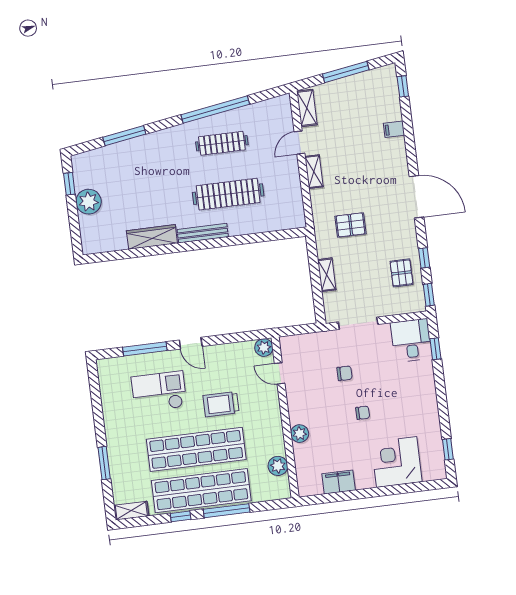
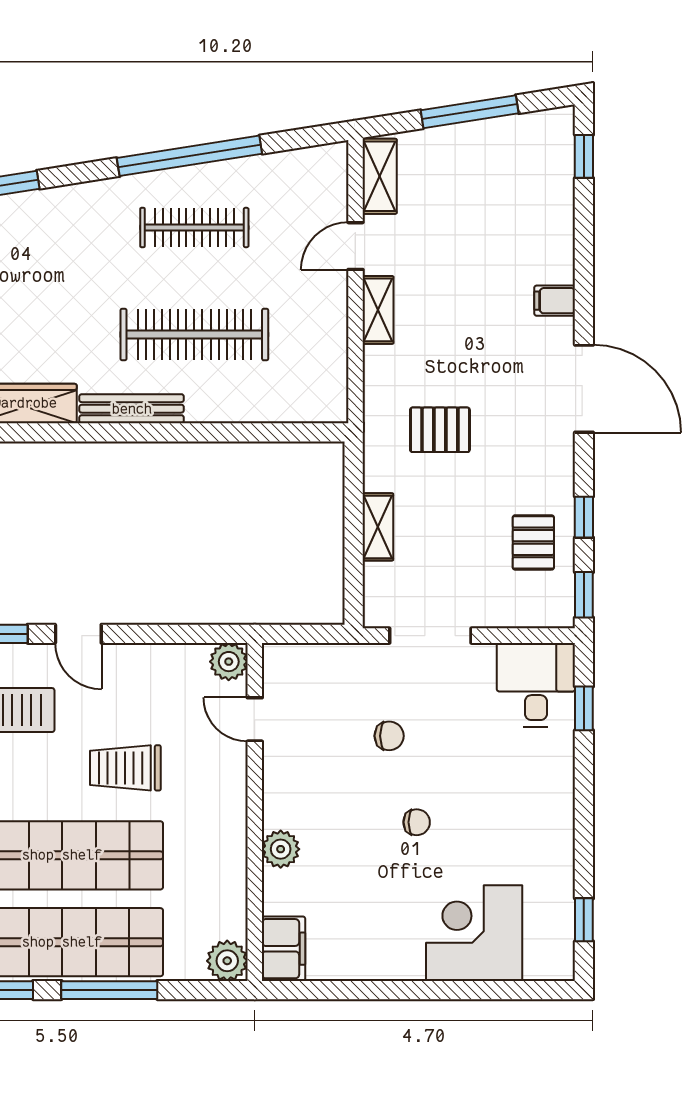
filing cabinet: (394, 129) -> (555, 301), moved
plant: (278, 466) -> (227, 961), moved
filing cabinet: (339, 482) -> (284, 949), moved, turned 90

